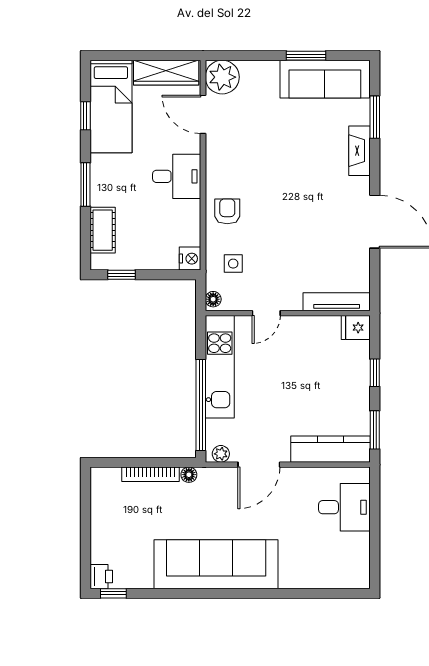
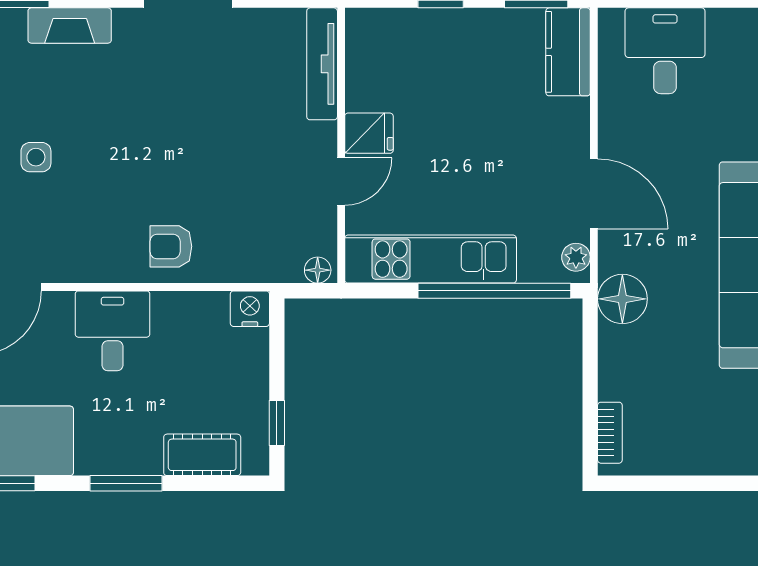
side table: (233, 264) -> (36, 157), moved
door: (266, 313) -> (341, 182), hinge flipped
fridge: (356, 328) -> (369, 133), moved, turned -90
kitchen counter: (331, 449) -> (568, 52), width x0.67
bookcase: (151, 474) -> (610, 433), moved, width x0.64
floor lamp: (189, 475) -> (622, 299), width x1.89, depth x1.89

